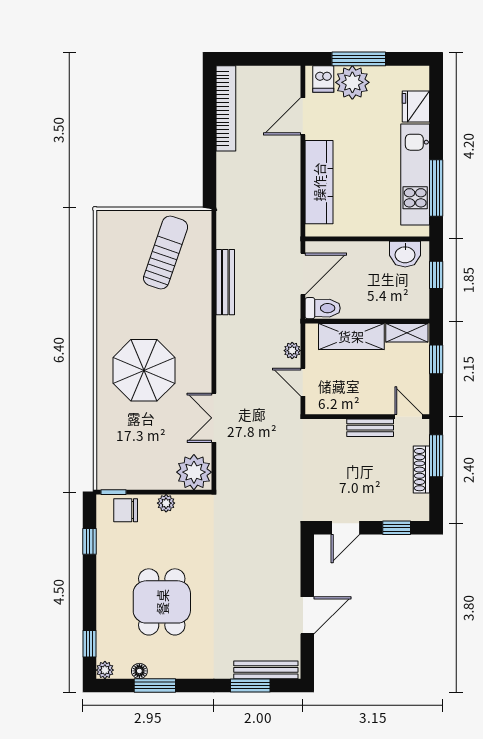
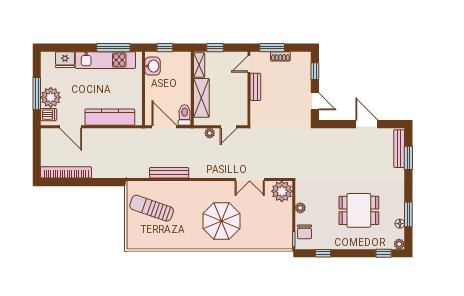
shoe rack: (421, 470) -> (280, 56), width x0.70

